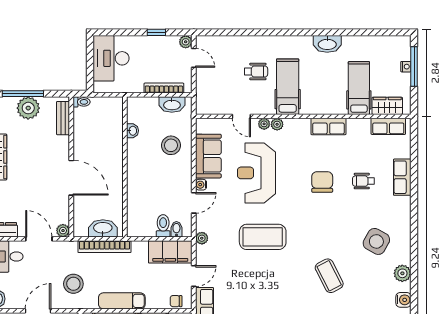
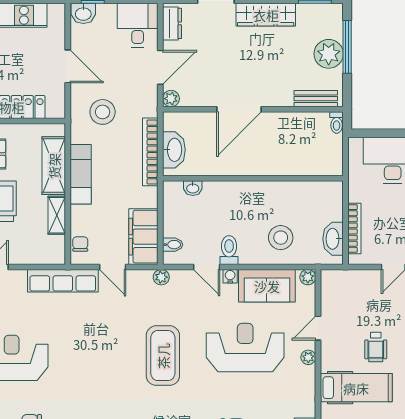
plant: (277, 124) -> (308, 277), moved
washbasin: (133, 131) -> (193, 188), moved
toilet: (163, 226) -> (229, 250), moved, turned -90

